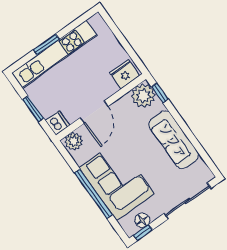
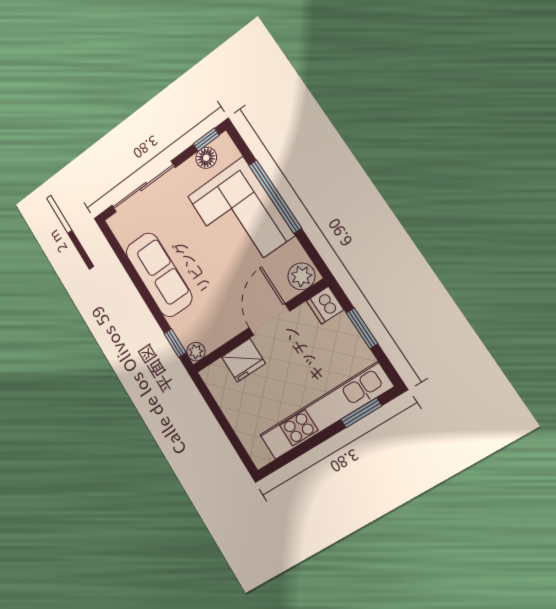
window: (46, 44) -> (361, 413), moved
fridge: (125, 74) -> (243, 360), moved
plant: (143, 96) -> (196, 352), width x0.53, depth x0.53

